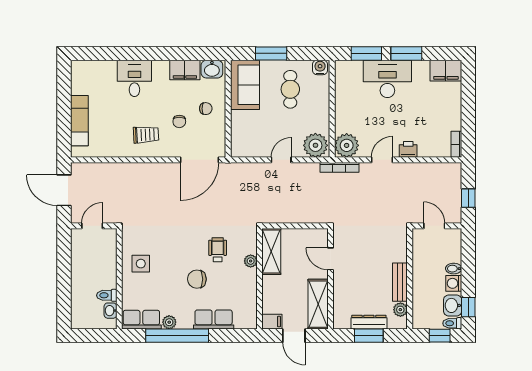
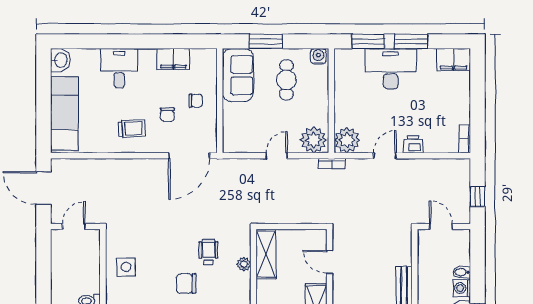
washbasin: (212, 69) -> (60, 60), moved, turned -90
exam couch: (79, 121) -> (64, 114), width x1.36, depth x1.45
bookcase: (339, 167) -> (332, 164), width x0.64

